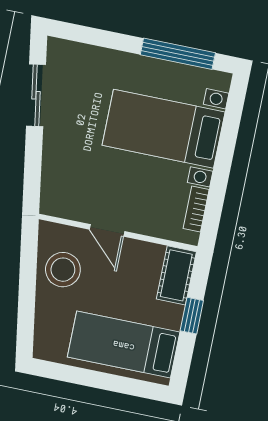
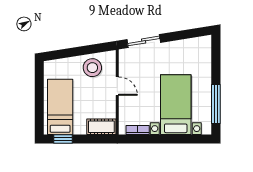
sliding door: (36, 95) -> (144, 41), moved
door: (107, 230) -> (117, 86), swing flipped
window: (192, 316) -> (63, 139), moved

